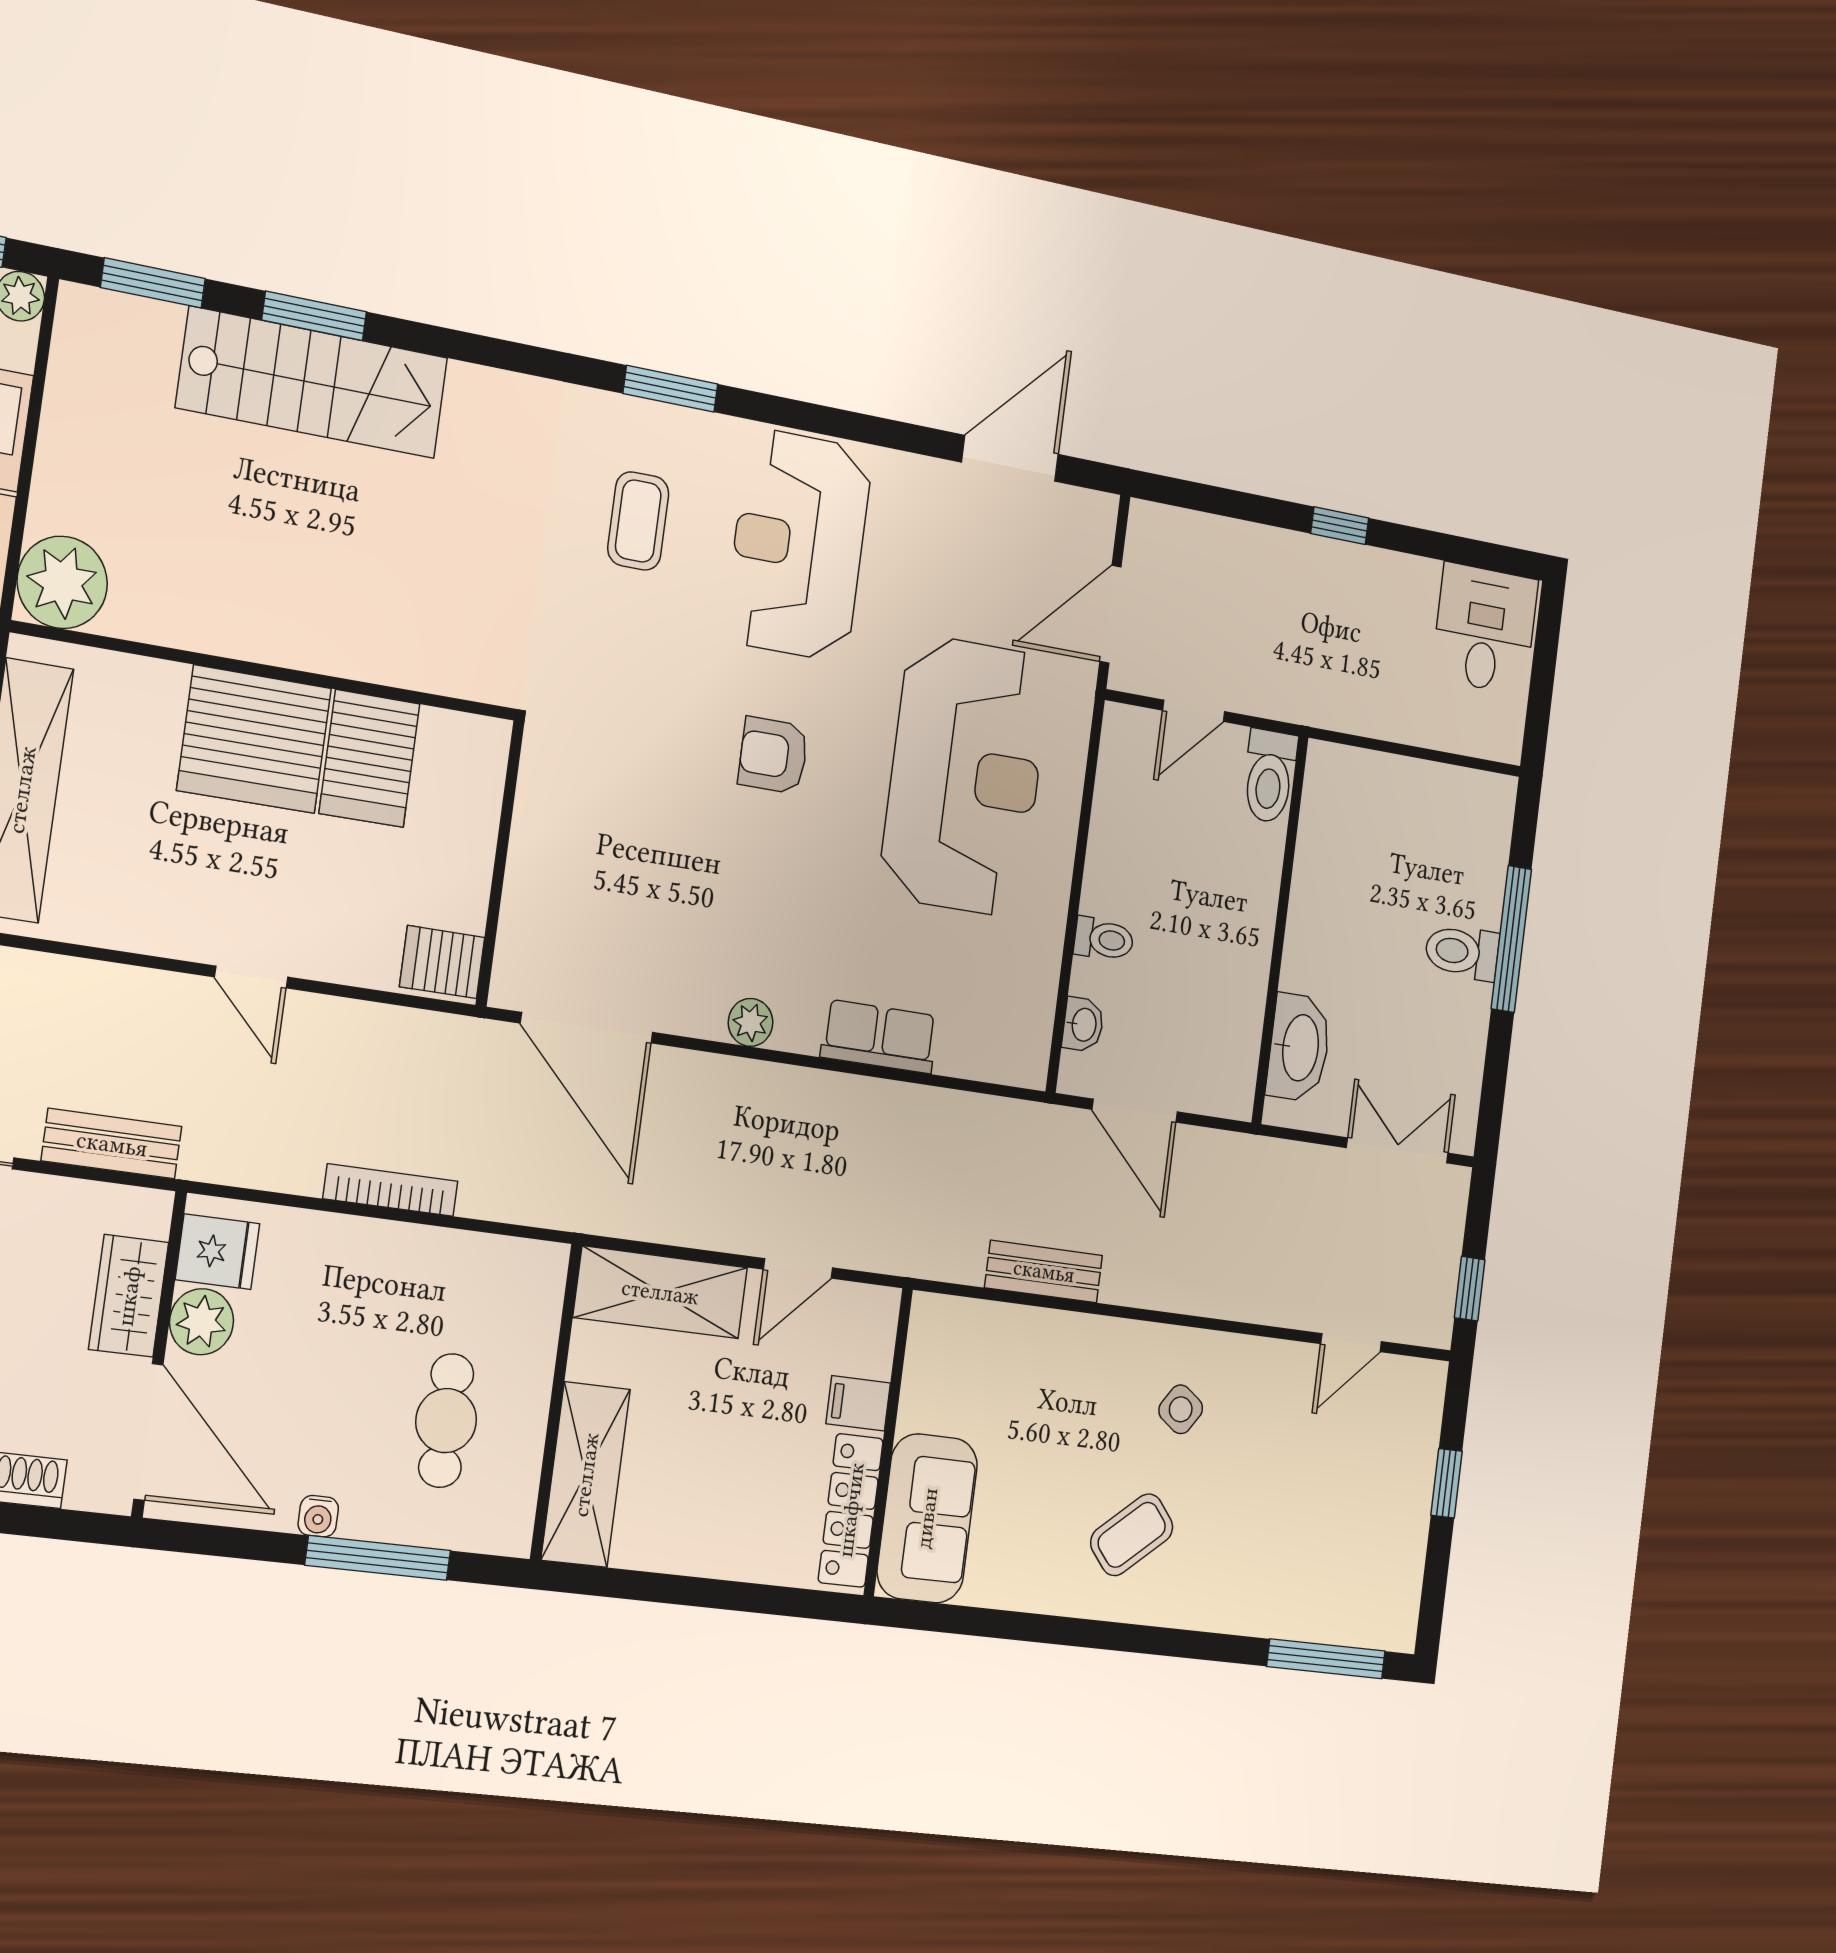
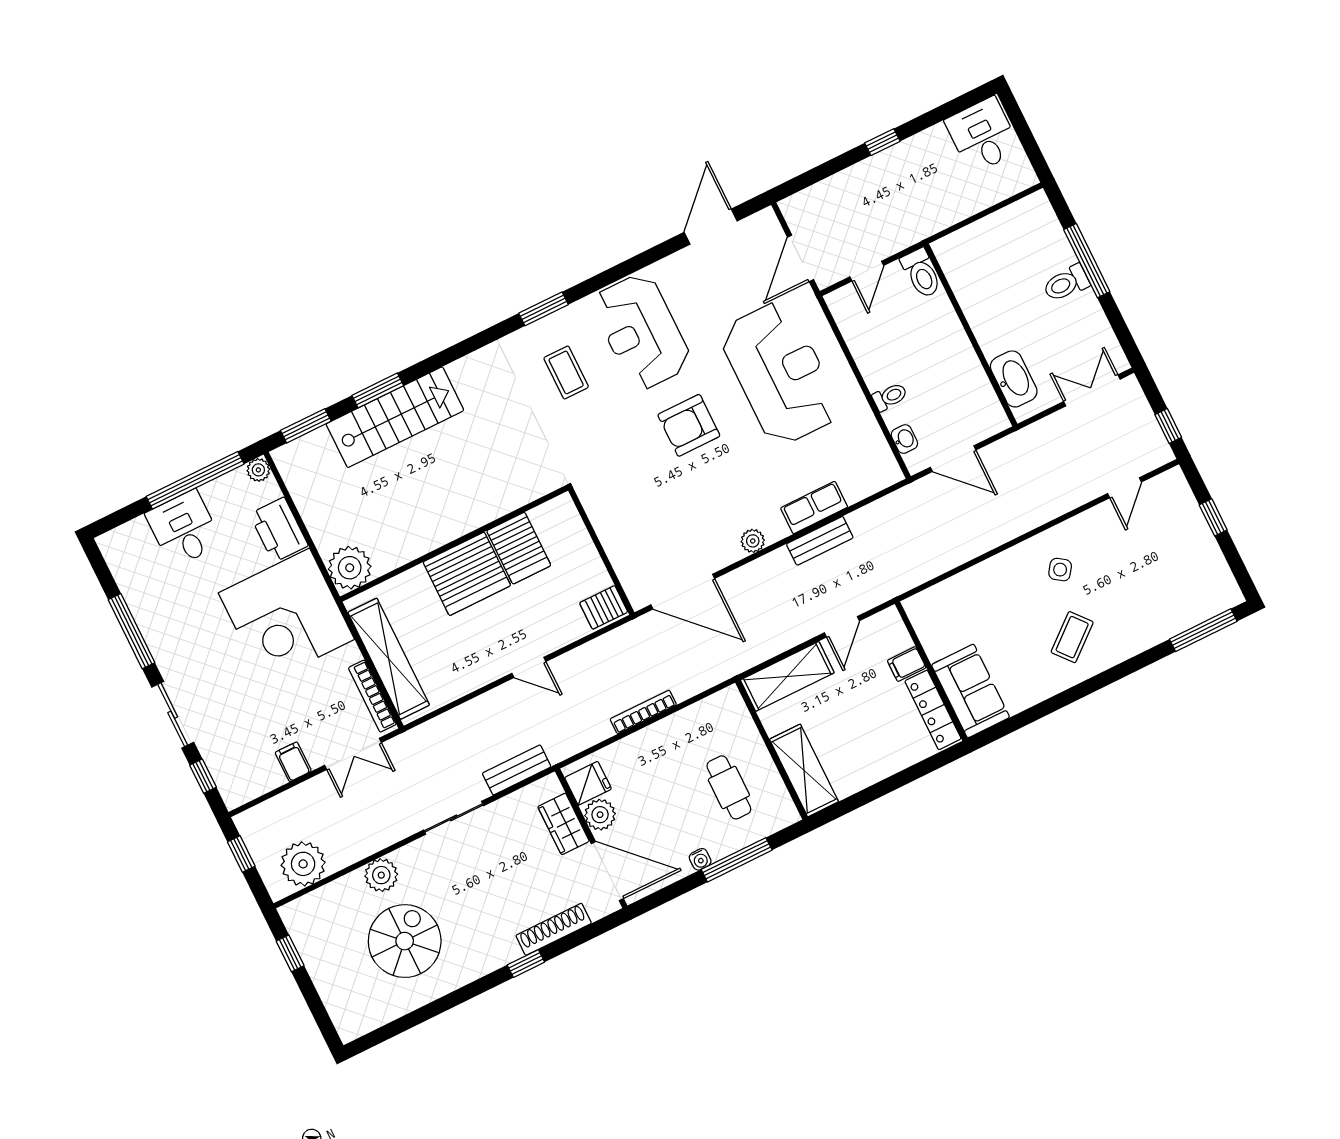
armchair: (773, 755) -> (689, 425), width x1.38, depth x1.38
bench: (1044, 1271) -> (820, 541), moved

